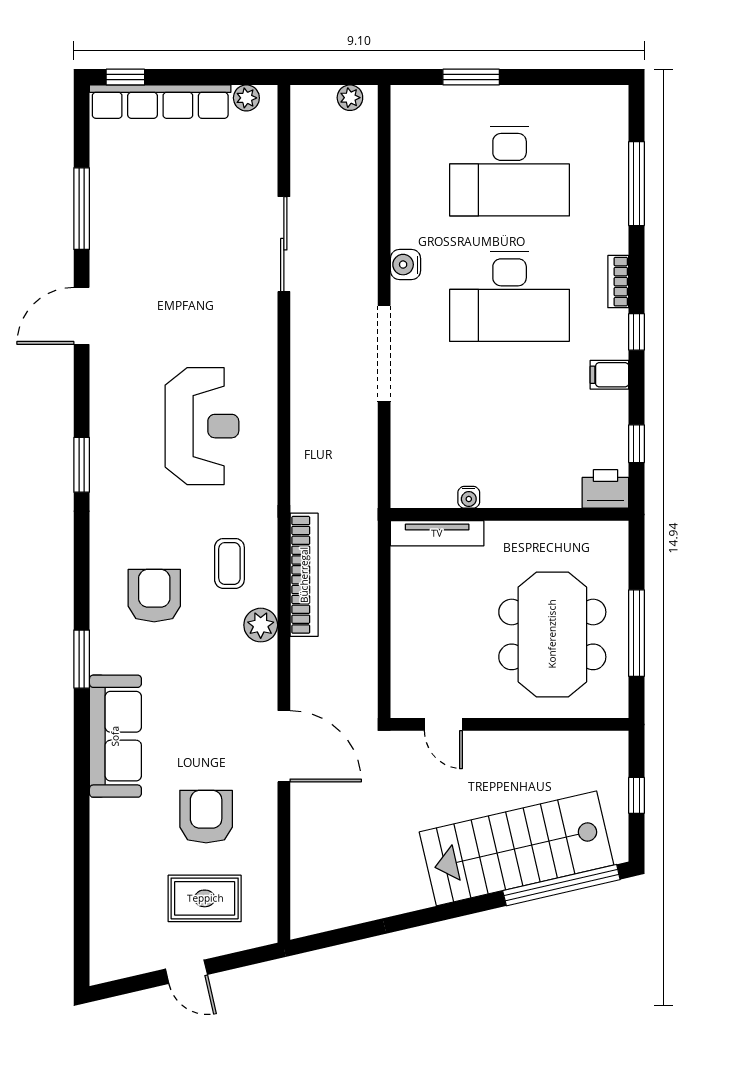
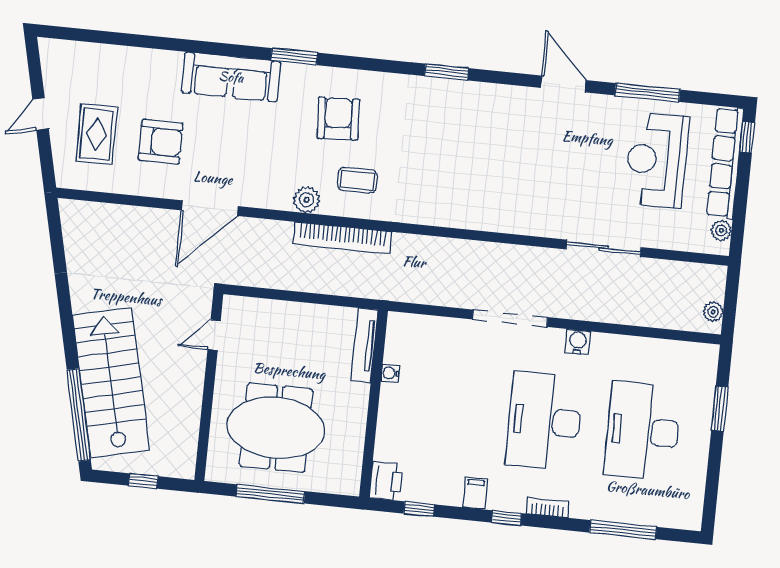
reception desk: (202, 426) -> (657, 160), moved, turned 90
armchair: (154, 596) -> (338, 119), turned -93

